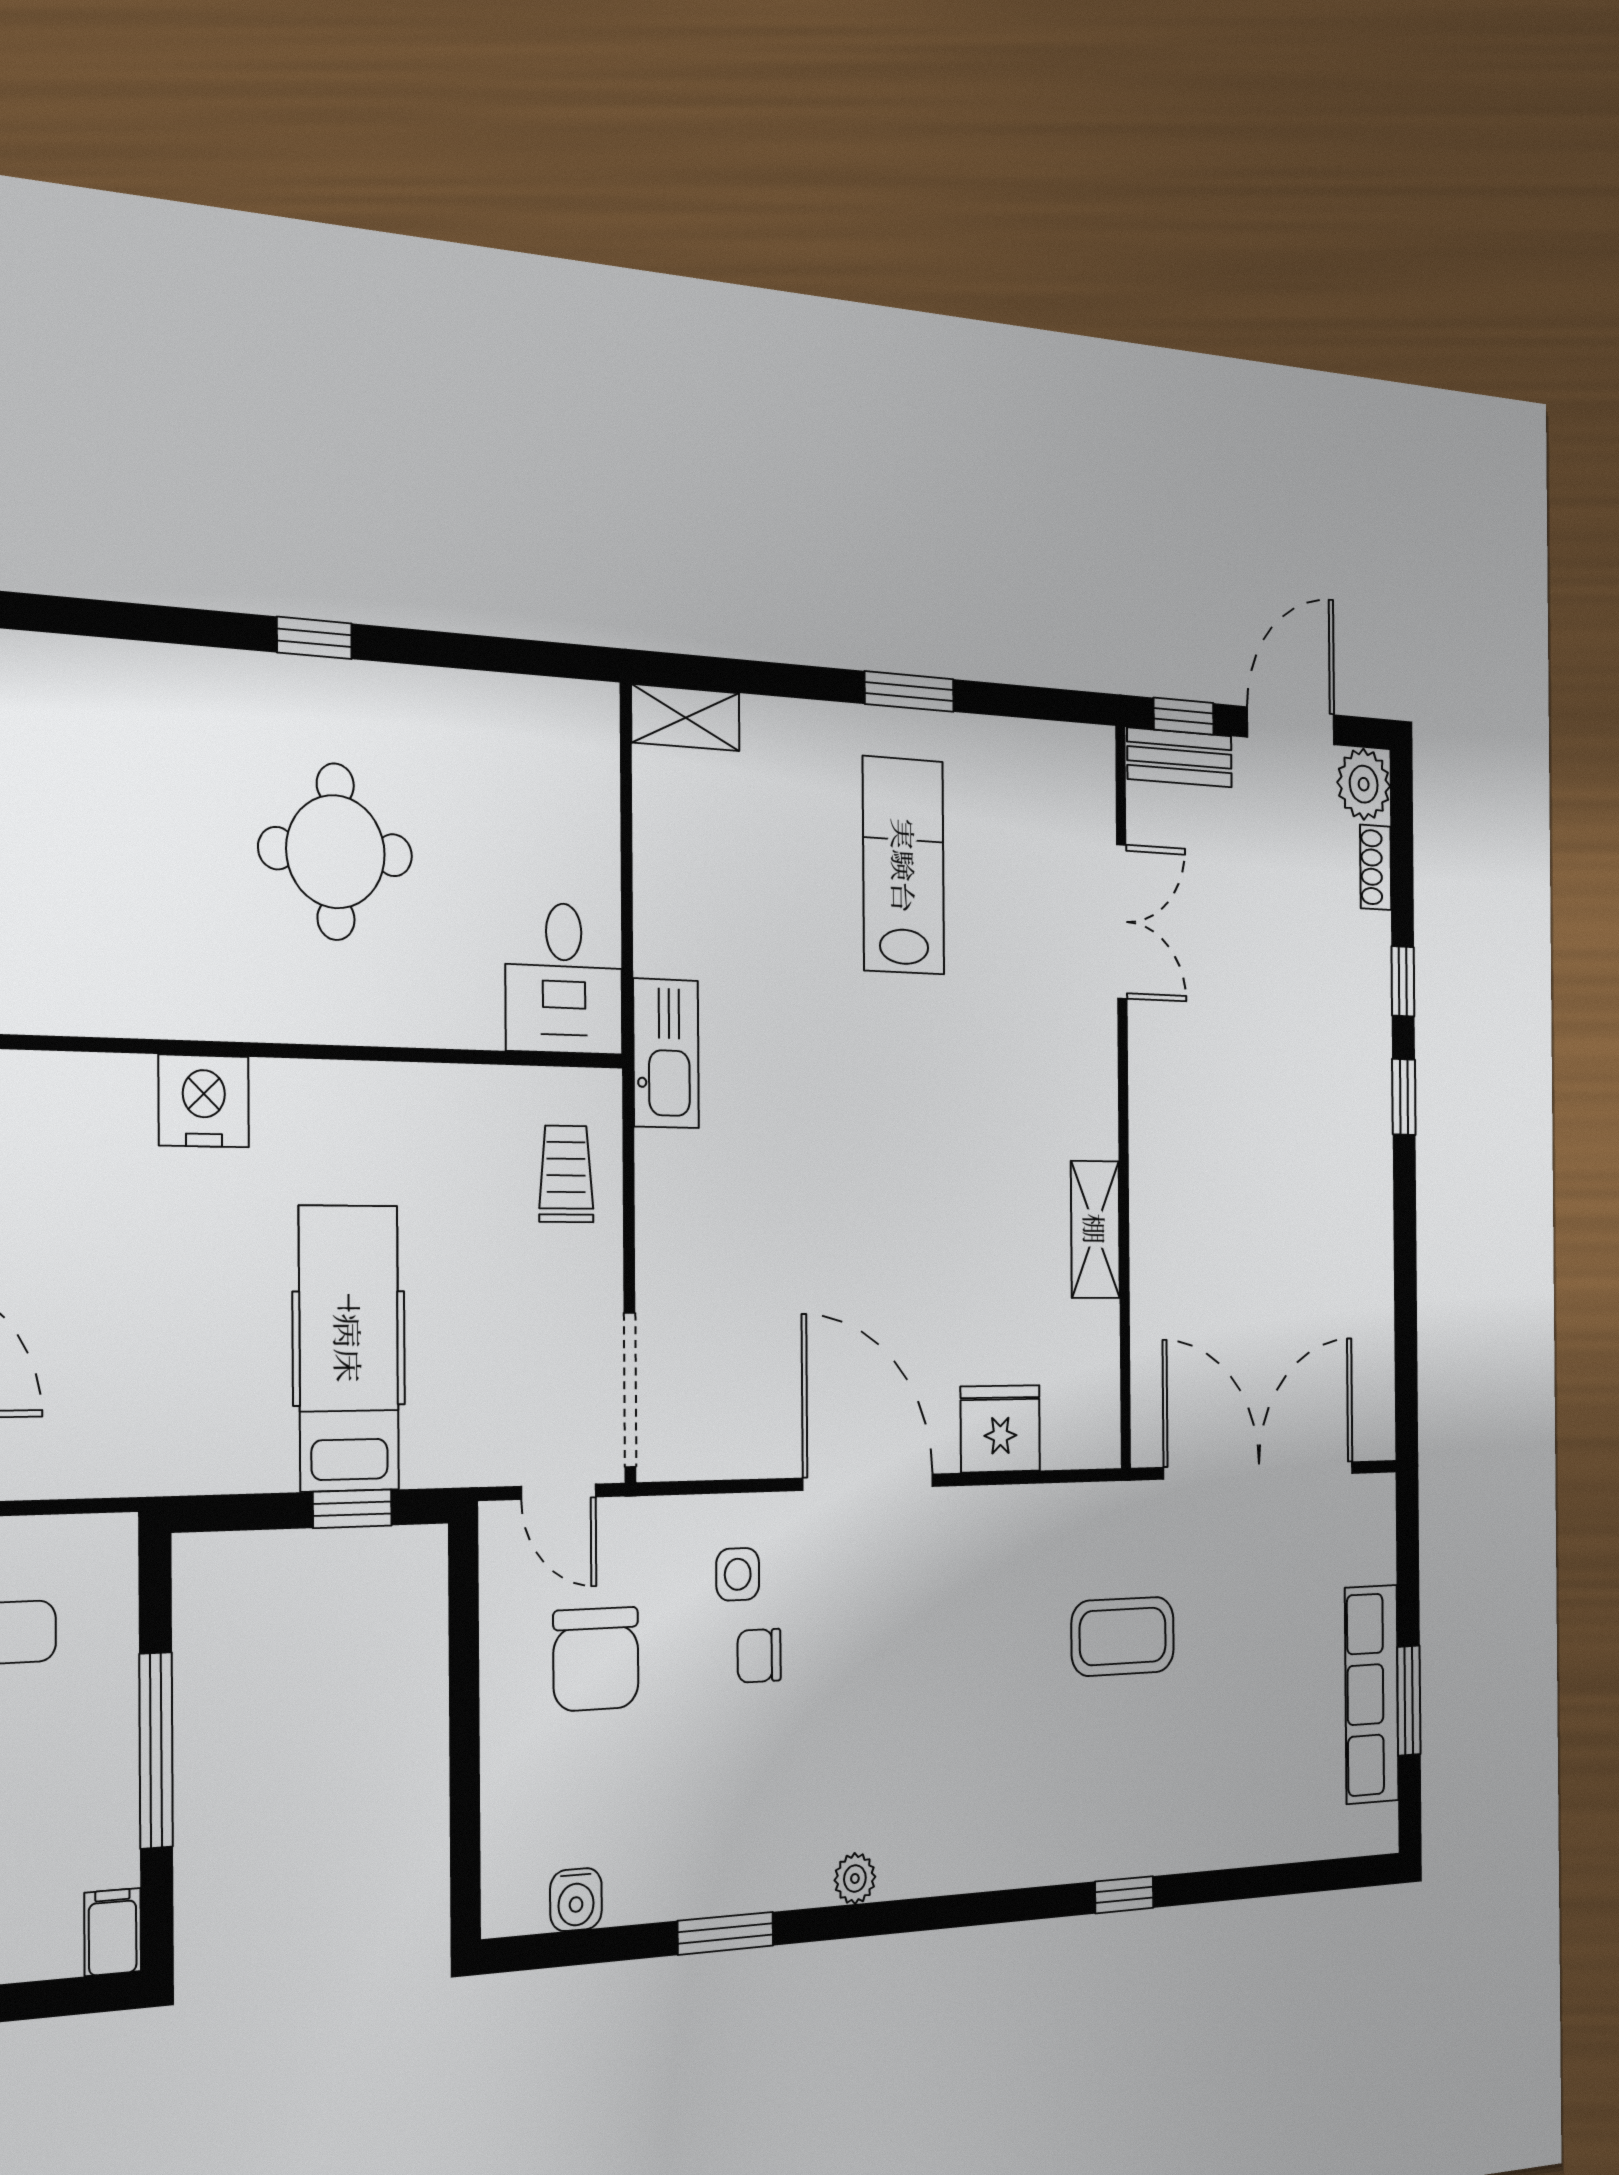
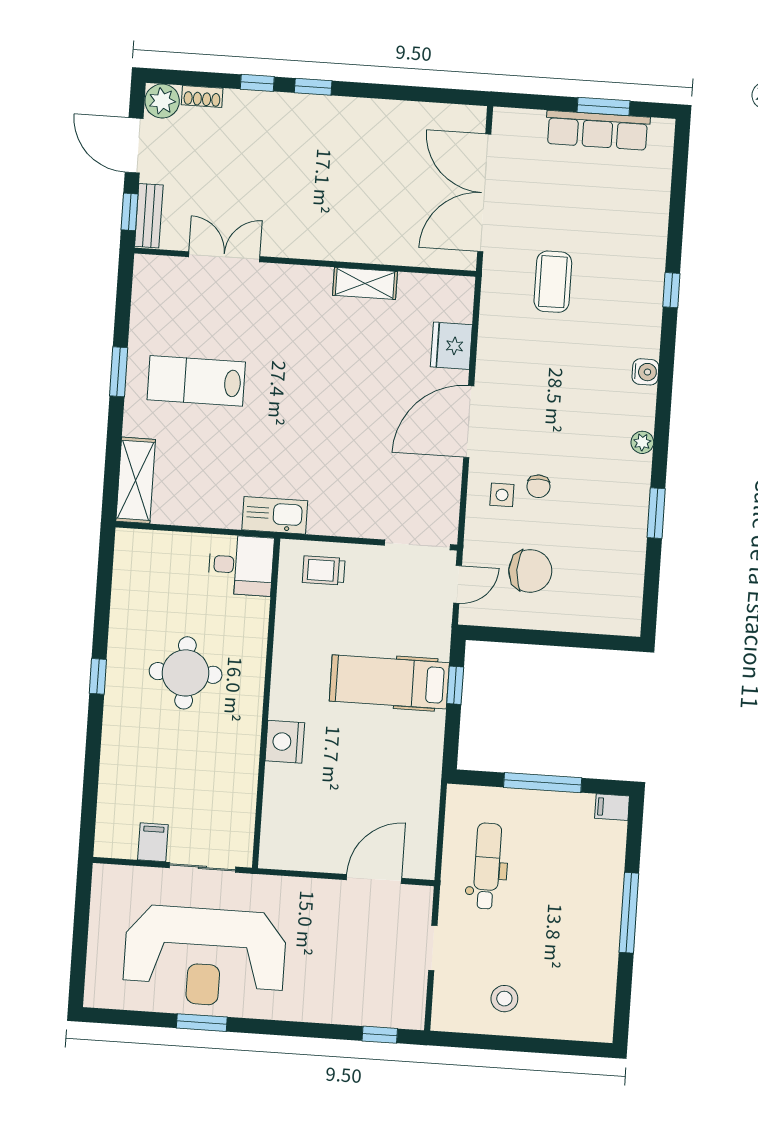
shelving: (686, 718) -> (136, 480), width x1.50, depth x1.33
water cooler: (576, 1900) -> (645, 372), moved

